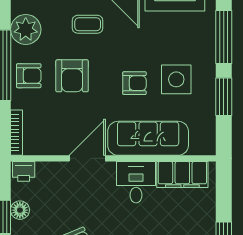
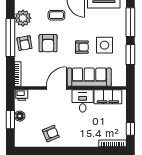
armchair: (29, 76) -> (24, 43), turned 80

